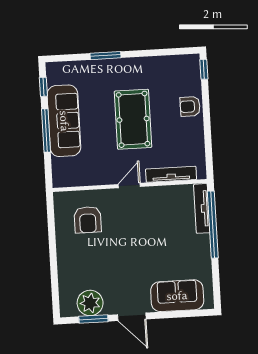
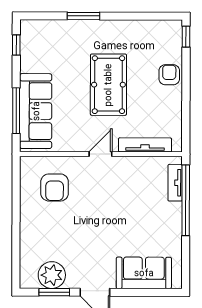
armchair: (190, 106) -> (169, 75), turned 90
sofa: (64, 121) -> (36, 111), moved
window: (46, 130) -> (16, 111), moved
tv unit: (202, 208) -> (175, 183), width x0.71

